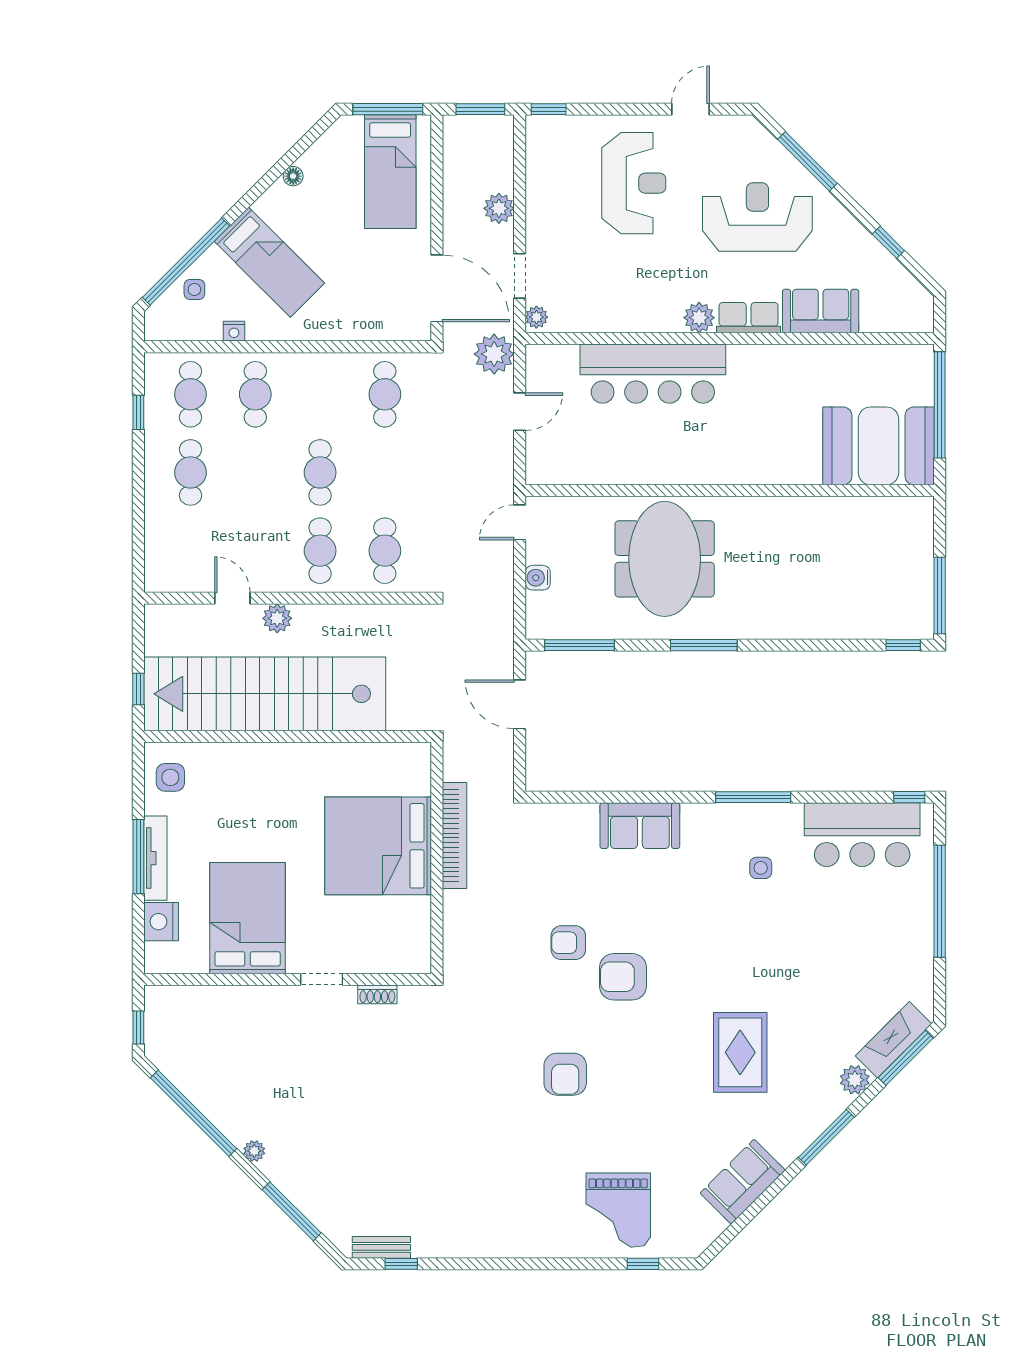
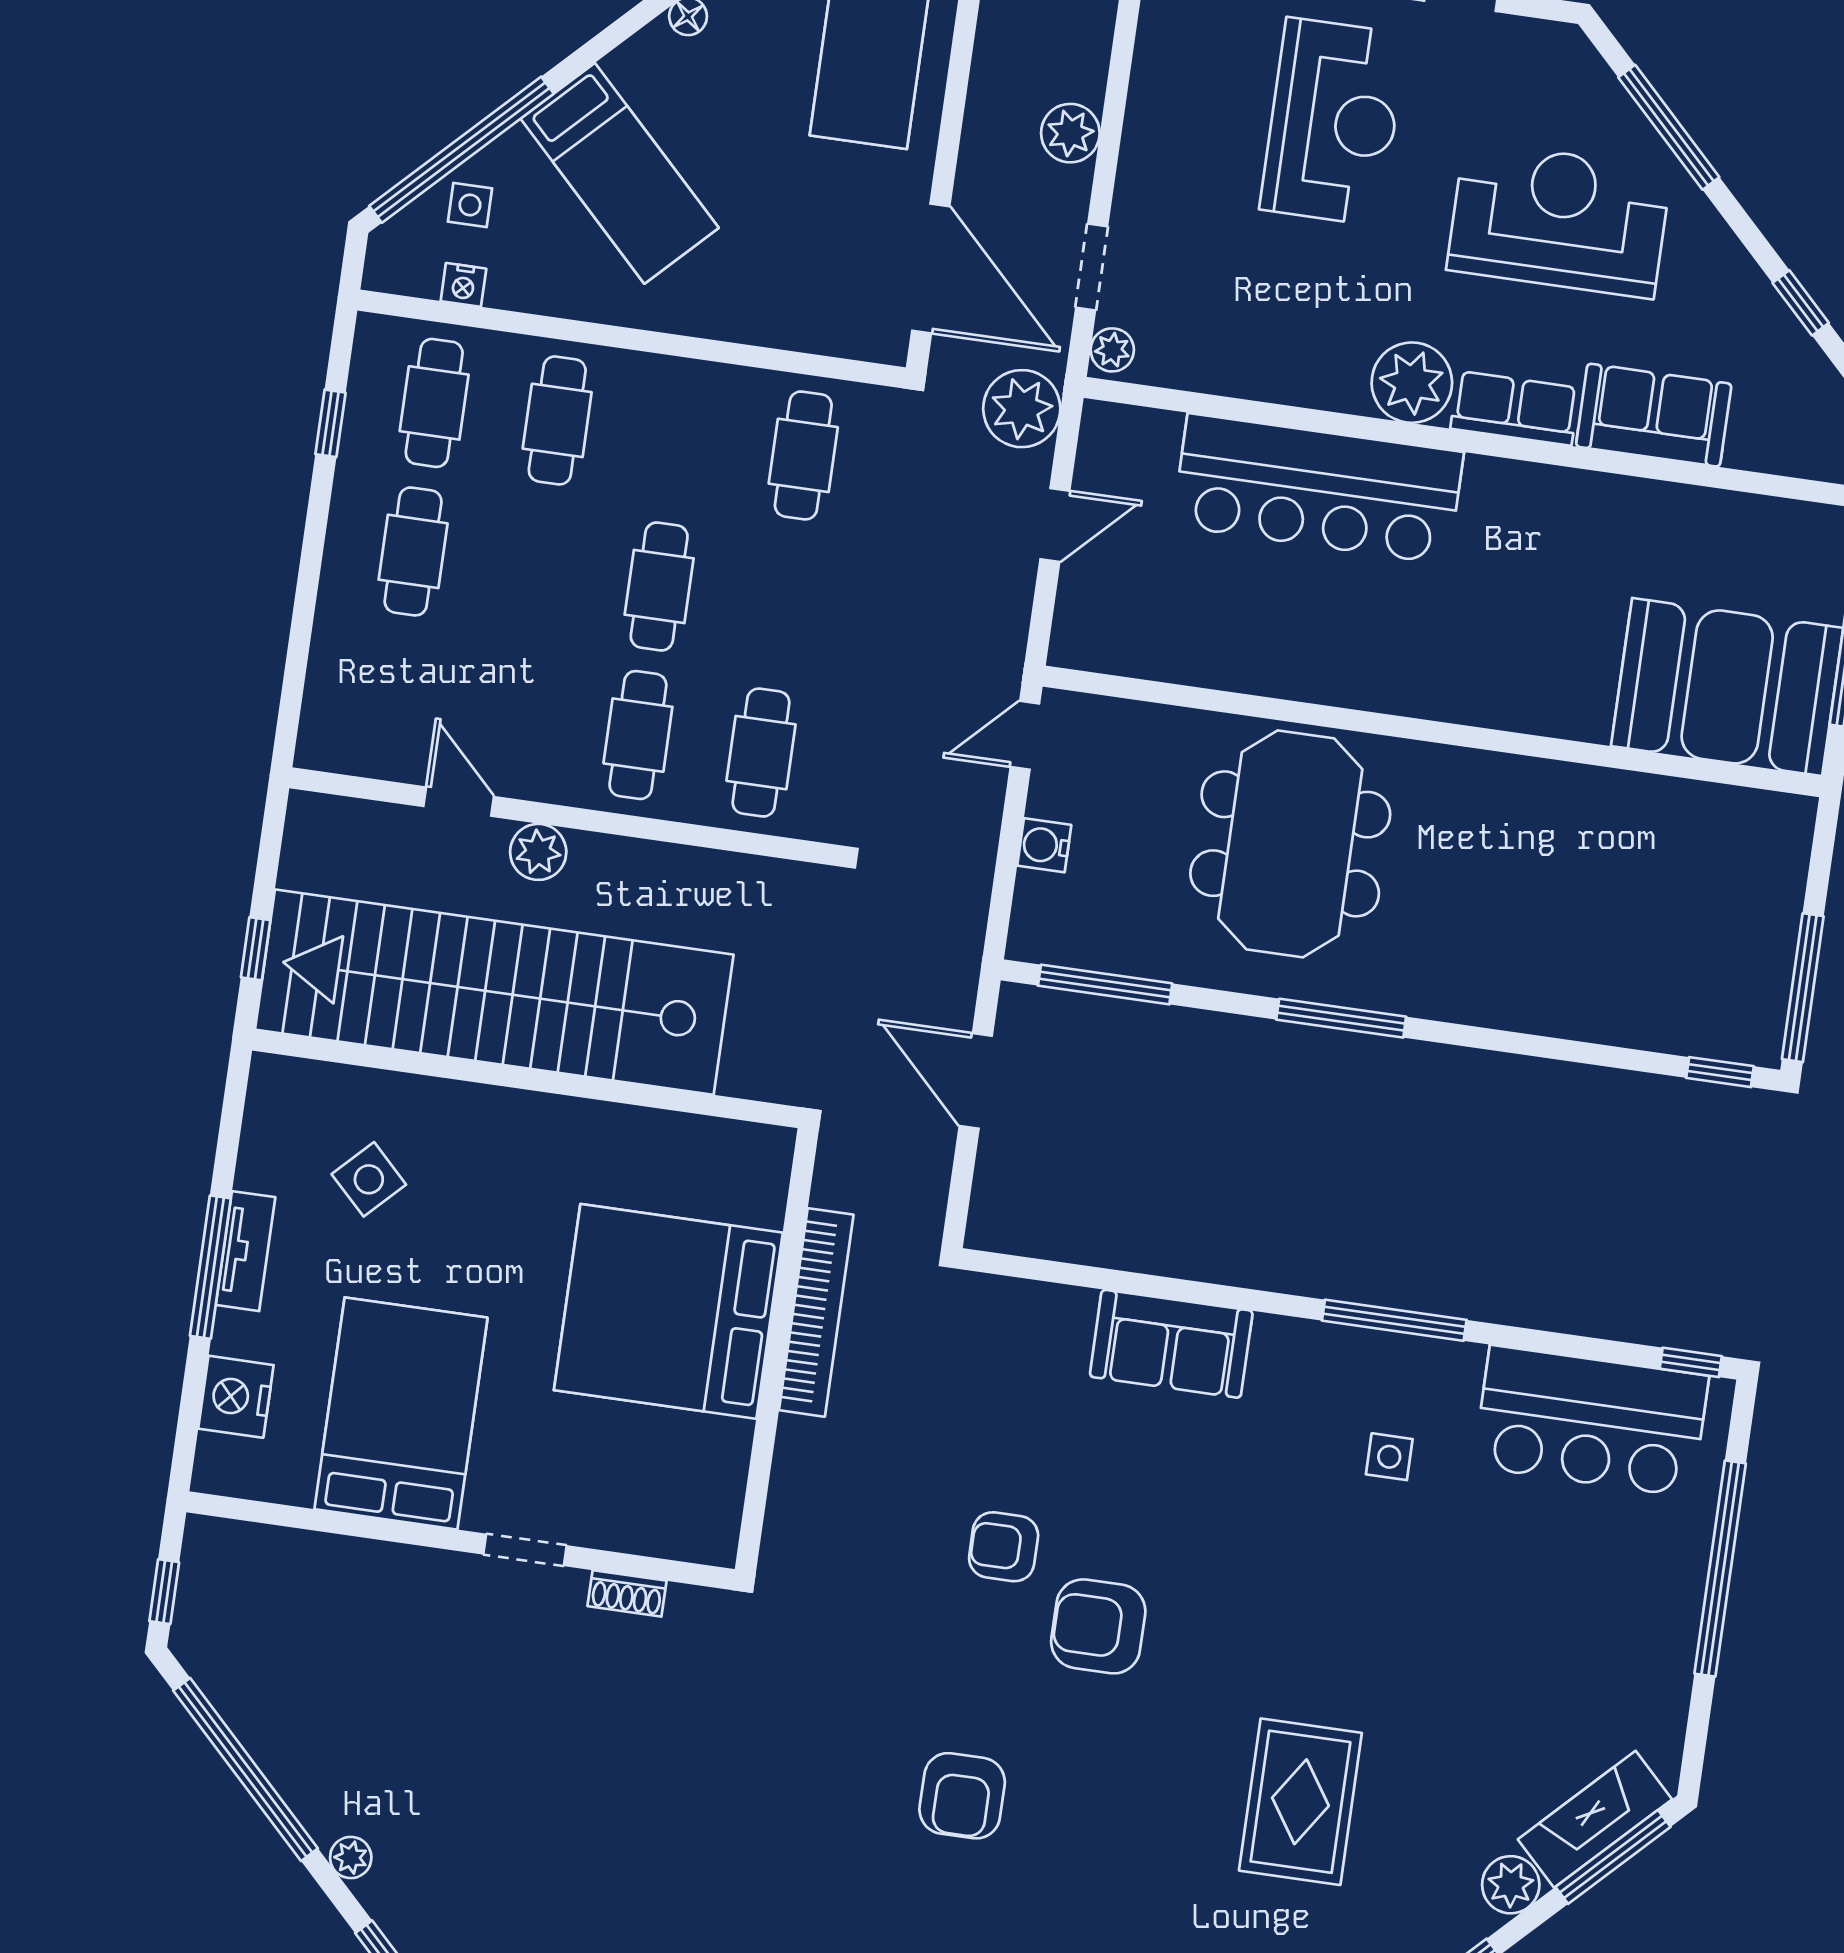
plant: (699, 318) -> (1412, 383), width x1.36, depth x1.36
nightstand: (234, 331) -> (463, 285), moved
side table: (170, 777) -> (369, 1179), moved, turned 45
tv unit: (155, 858) -> (246, 1251), width x0.71

